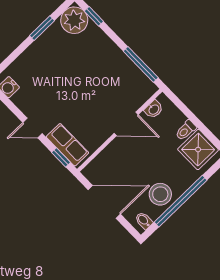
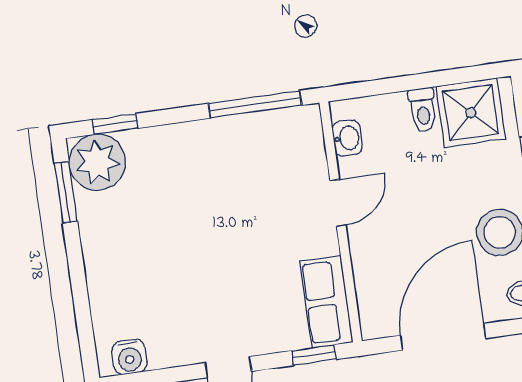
window: (42, 28) -> (66, 192), moved
door: (126, 124) -> (338, 203), width x0.73
row of seats: (67, 145) -> (326, 302), moved, turned -90

